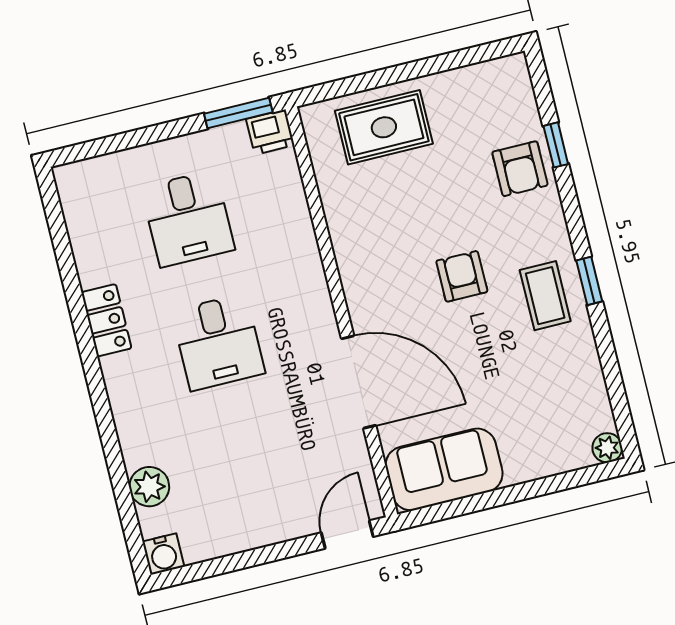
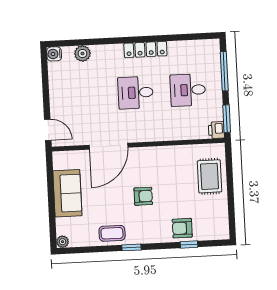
window: (126, 140) -> (224, 71), added
coffee table: (545, 296) -> (112, 233), moved
locker: (106, 320) -> (145, 50), width x1.53
sofa: (444, 469) -> (67, 193), moved

